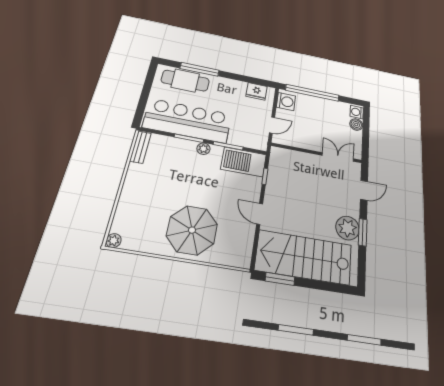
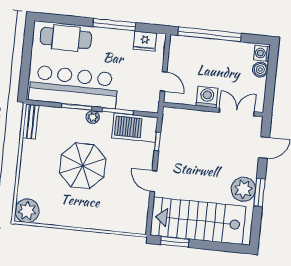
window: (200, 69) -> (114, 25), moved
washing machine: (286, 101) -> (207, 97), moved, turned -90
door: (272, 125) -> (164, 81), hinge flipped
parasol: (192, 230) -> (83, 166), moved
plant: (114, 241) -> (27, 211), width x1.88, depth x1.88

